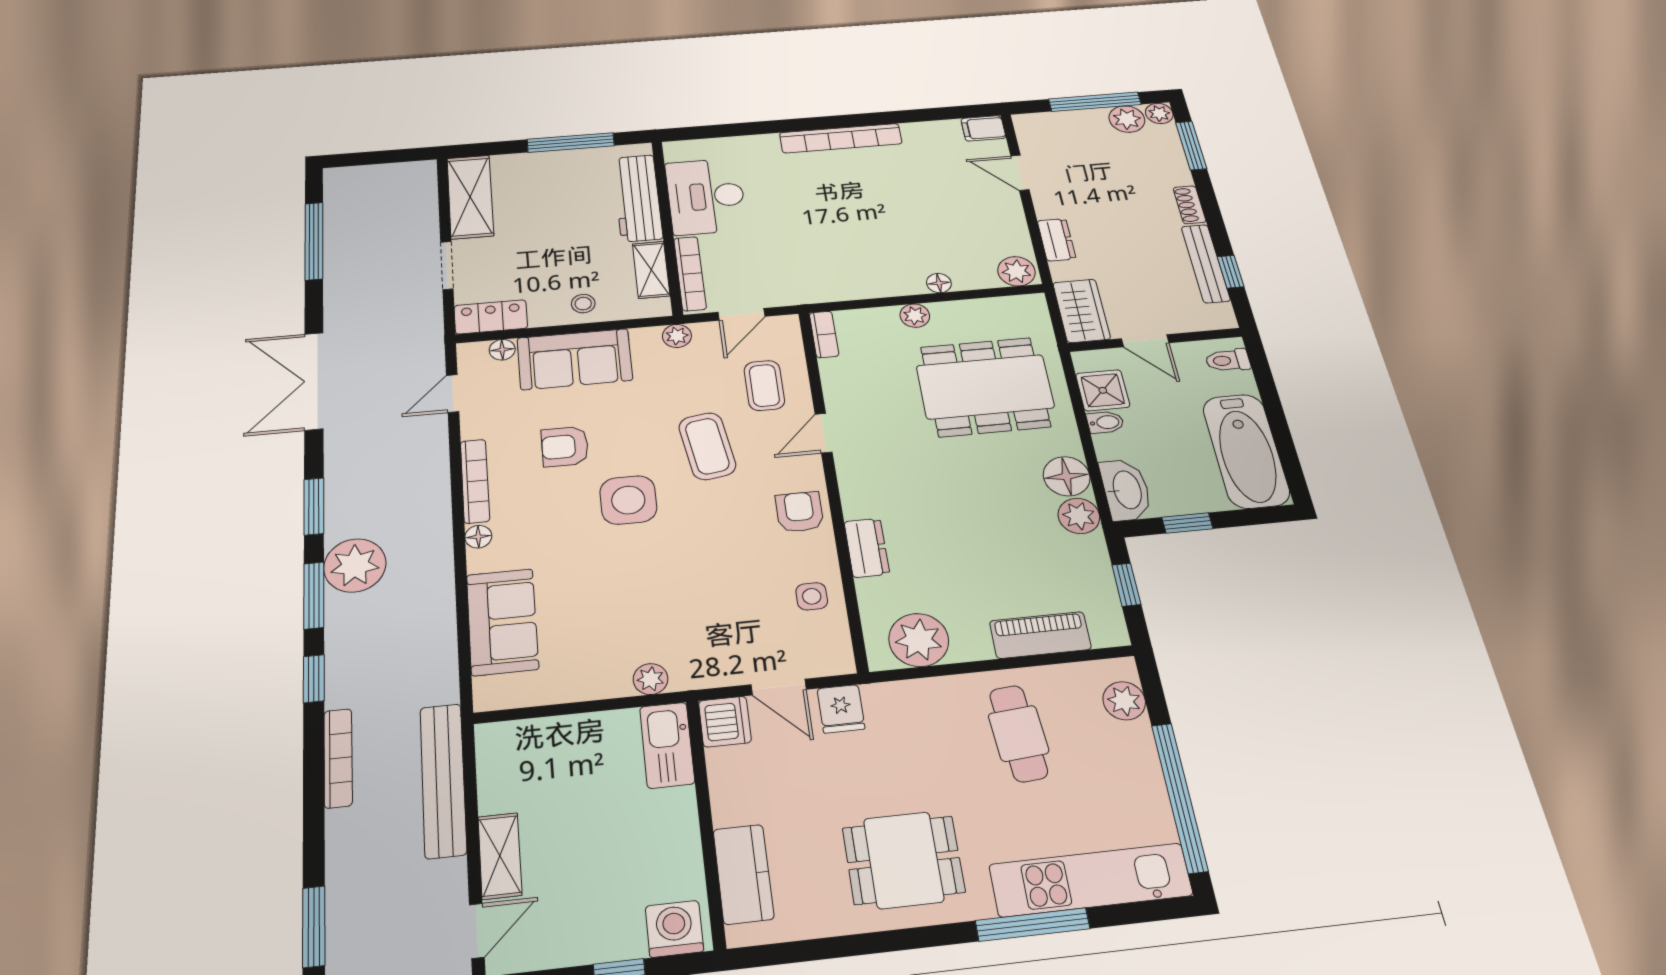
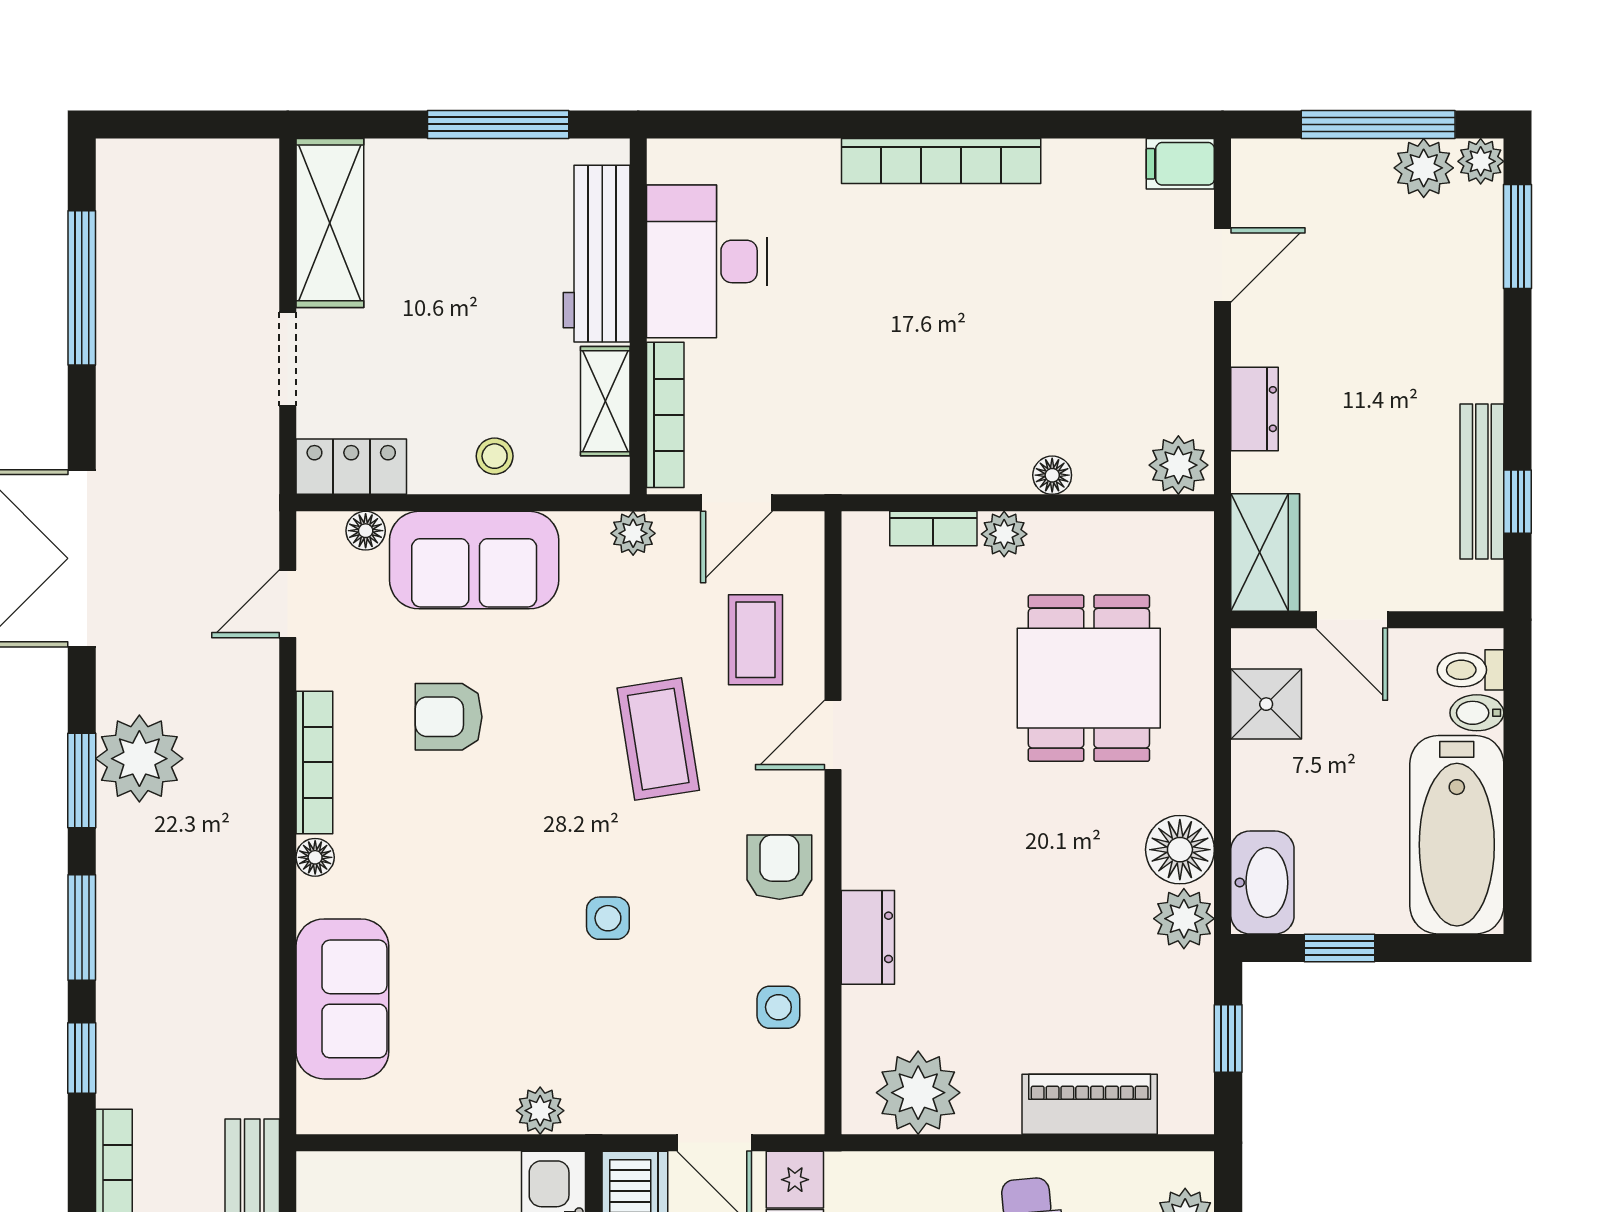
door: (1020, 173) -> (1223, 265), swing flipped
shoe rack: (1190, 205) -> (1485, 361), removed
bookcase: (824, 334) -> (933, 529), moved, turned 90
dining table: (985, 387) -> (1089, 678), width x0.73
bidet: (1105, 422) -> (1477, 713), moved, turned 180
side table: (628, 500) -> (608, 918), moved, width x0.54, depth x0.54
plant: (355, 565) -> (139, 759), moved

